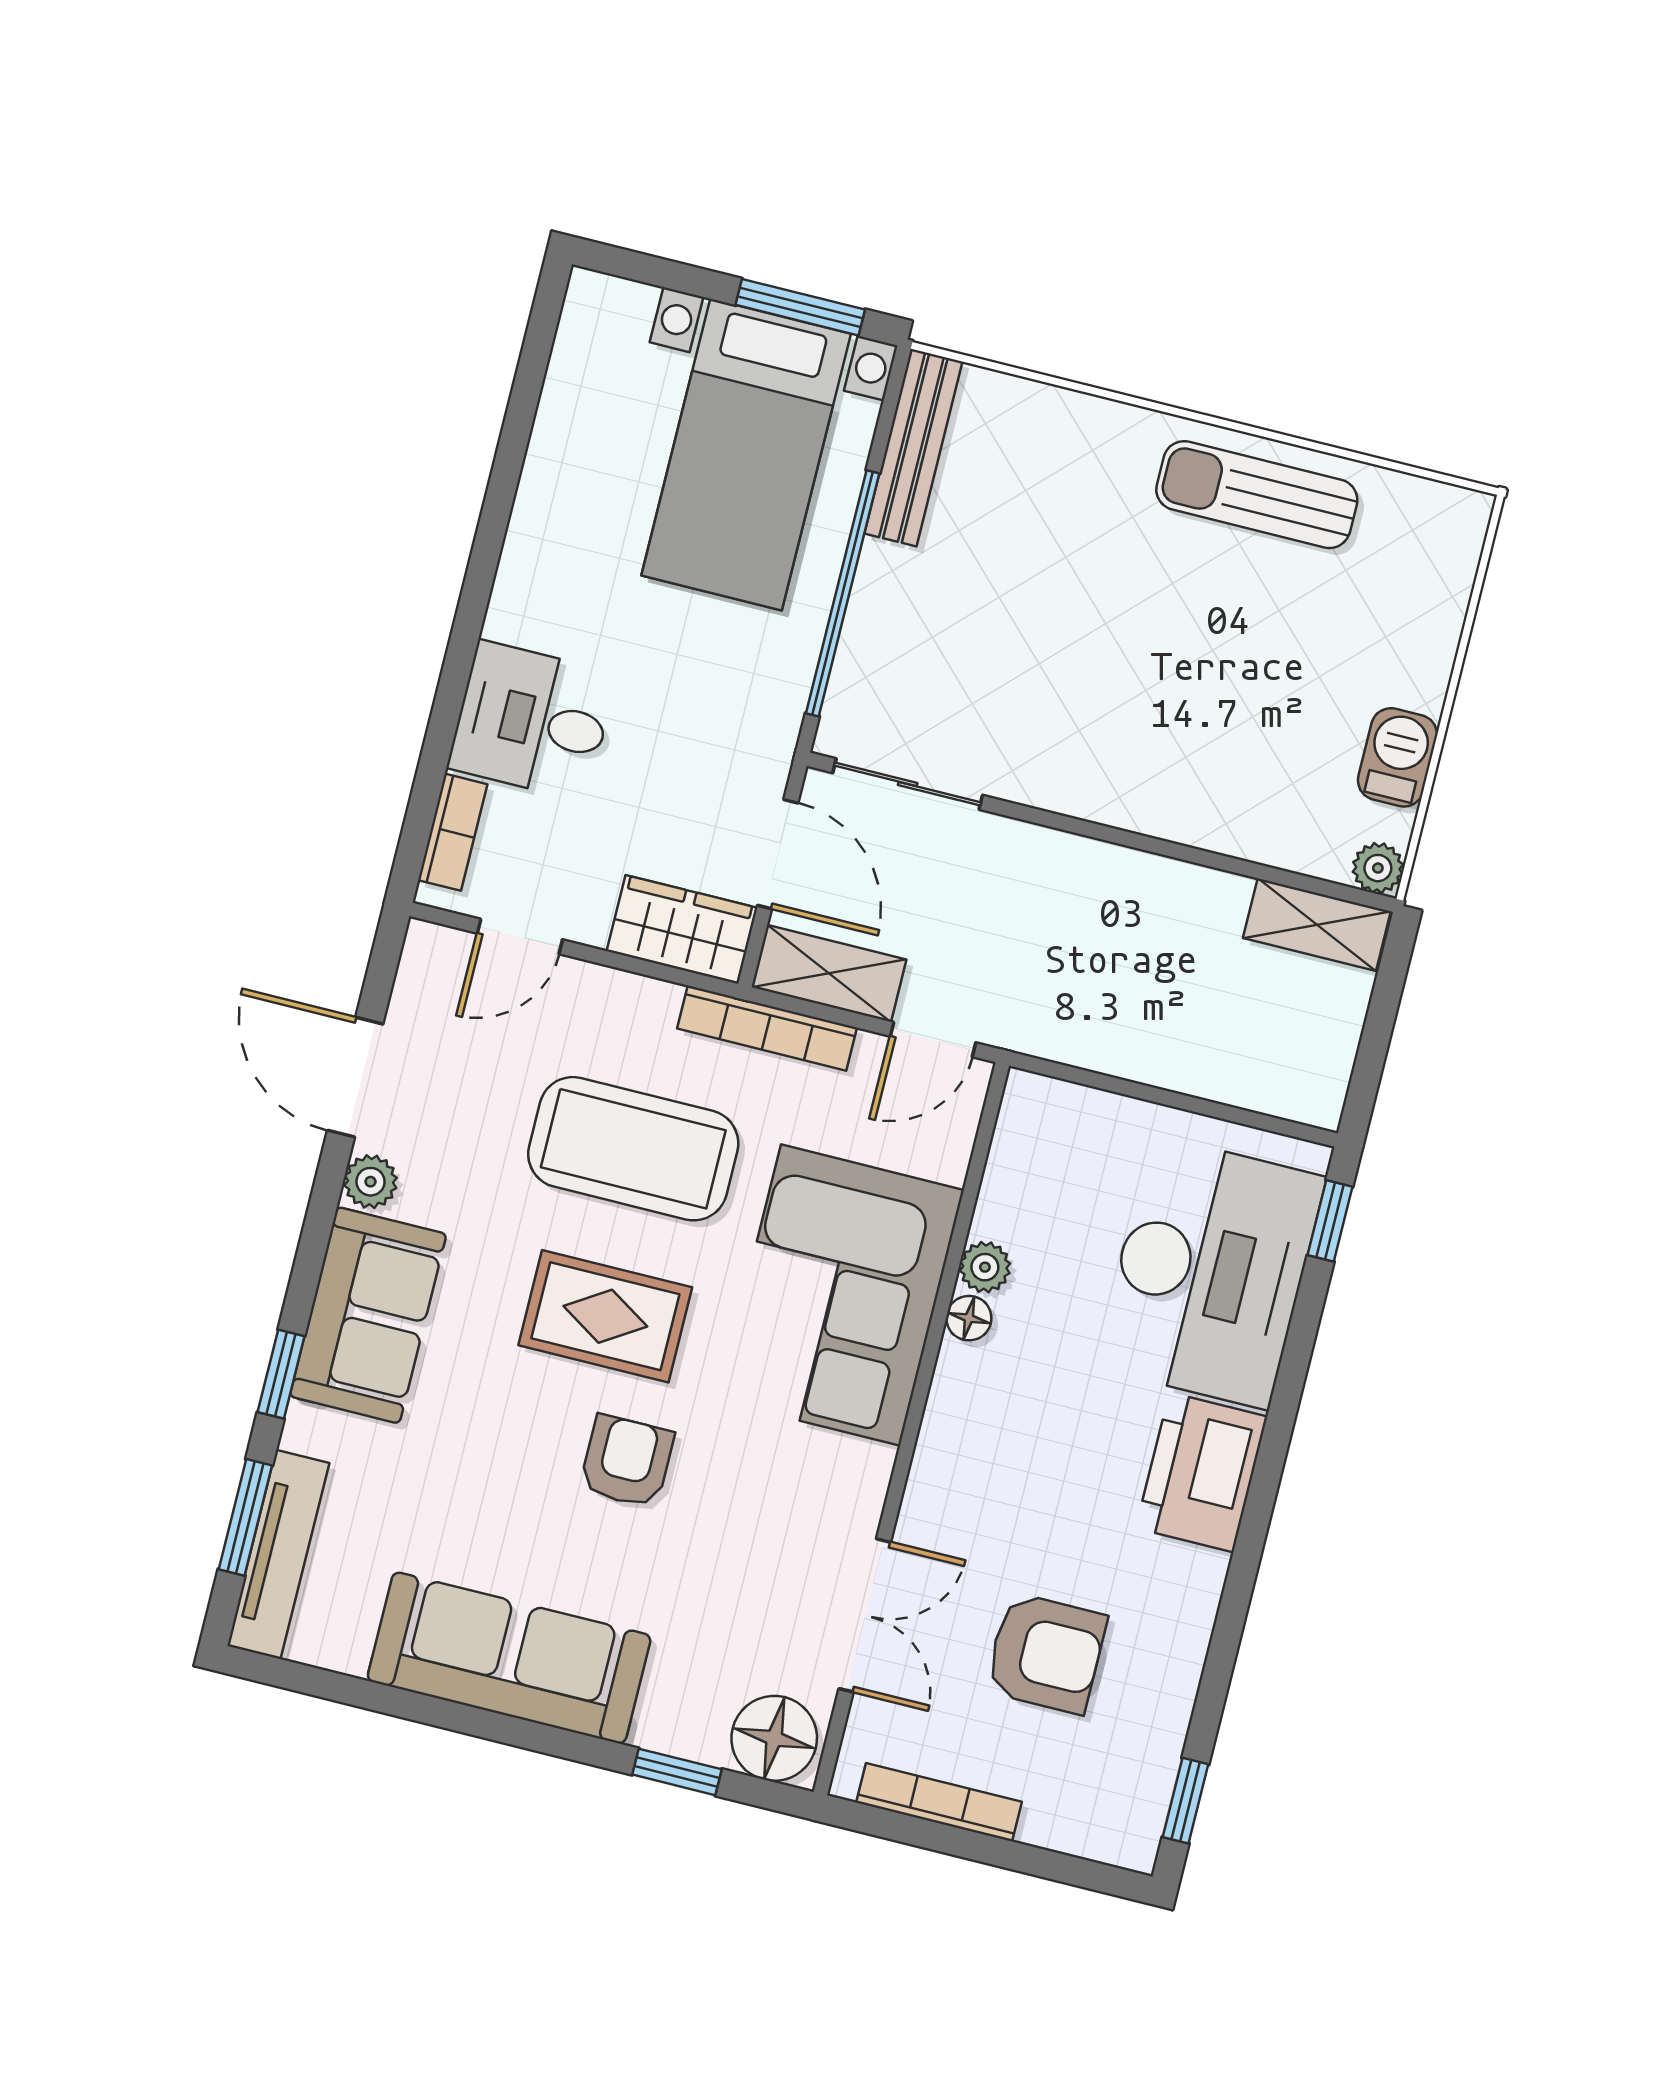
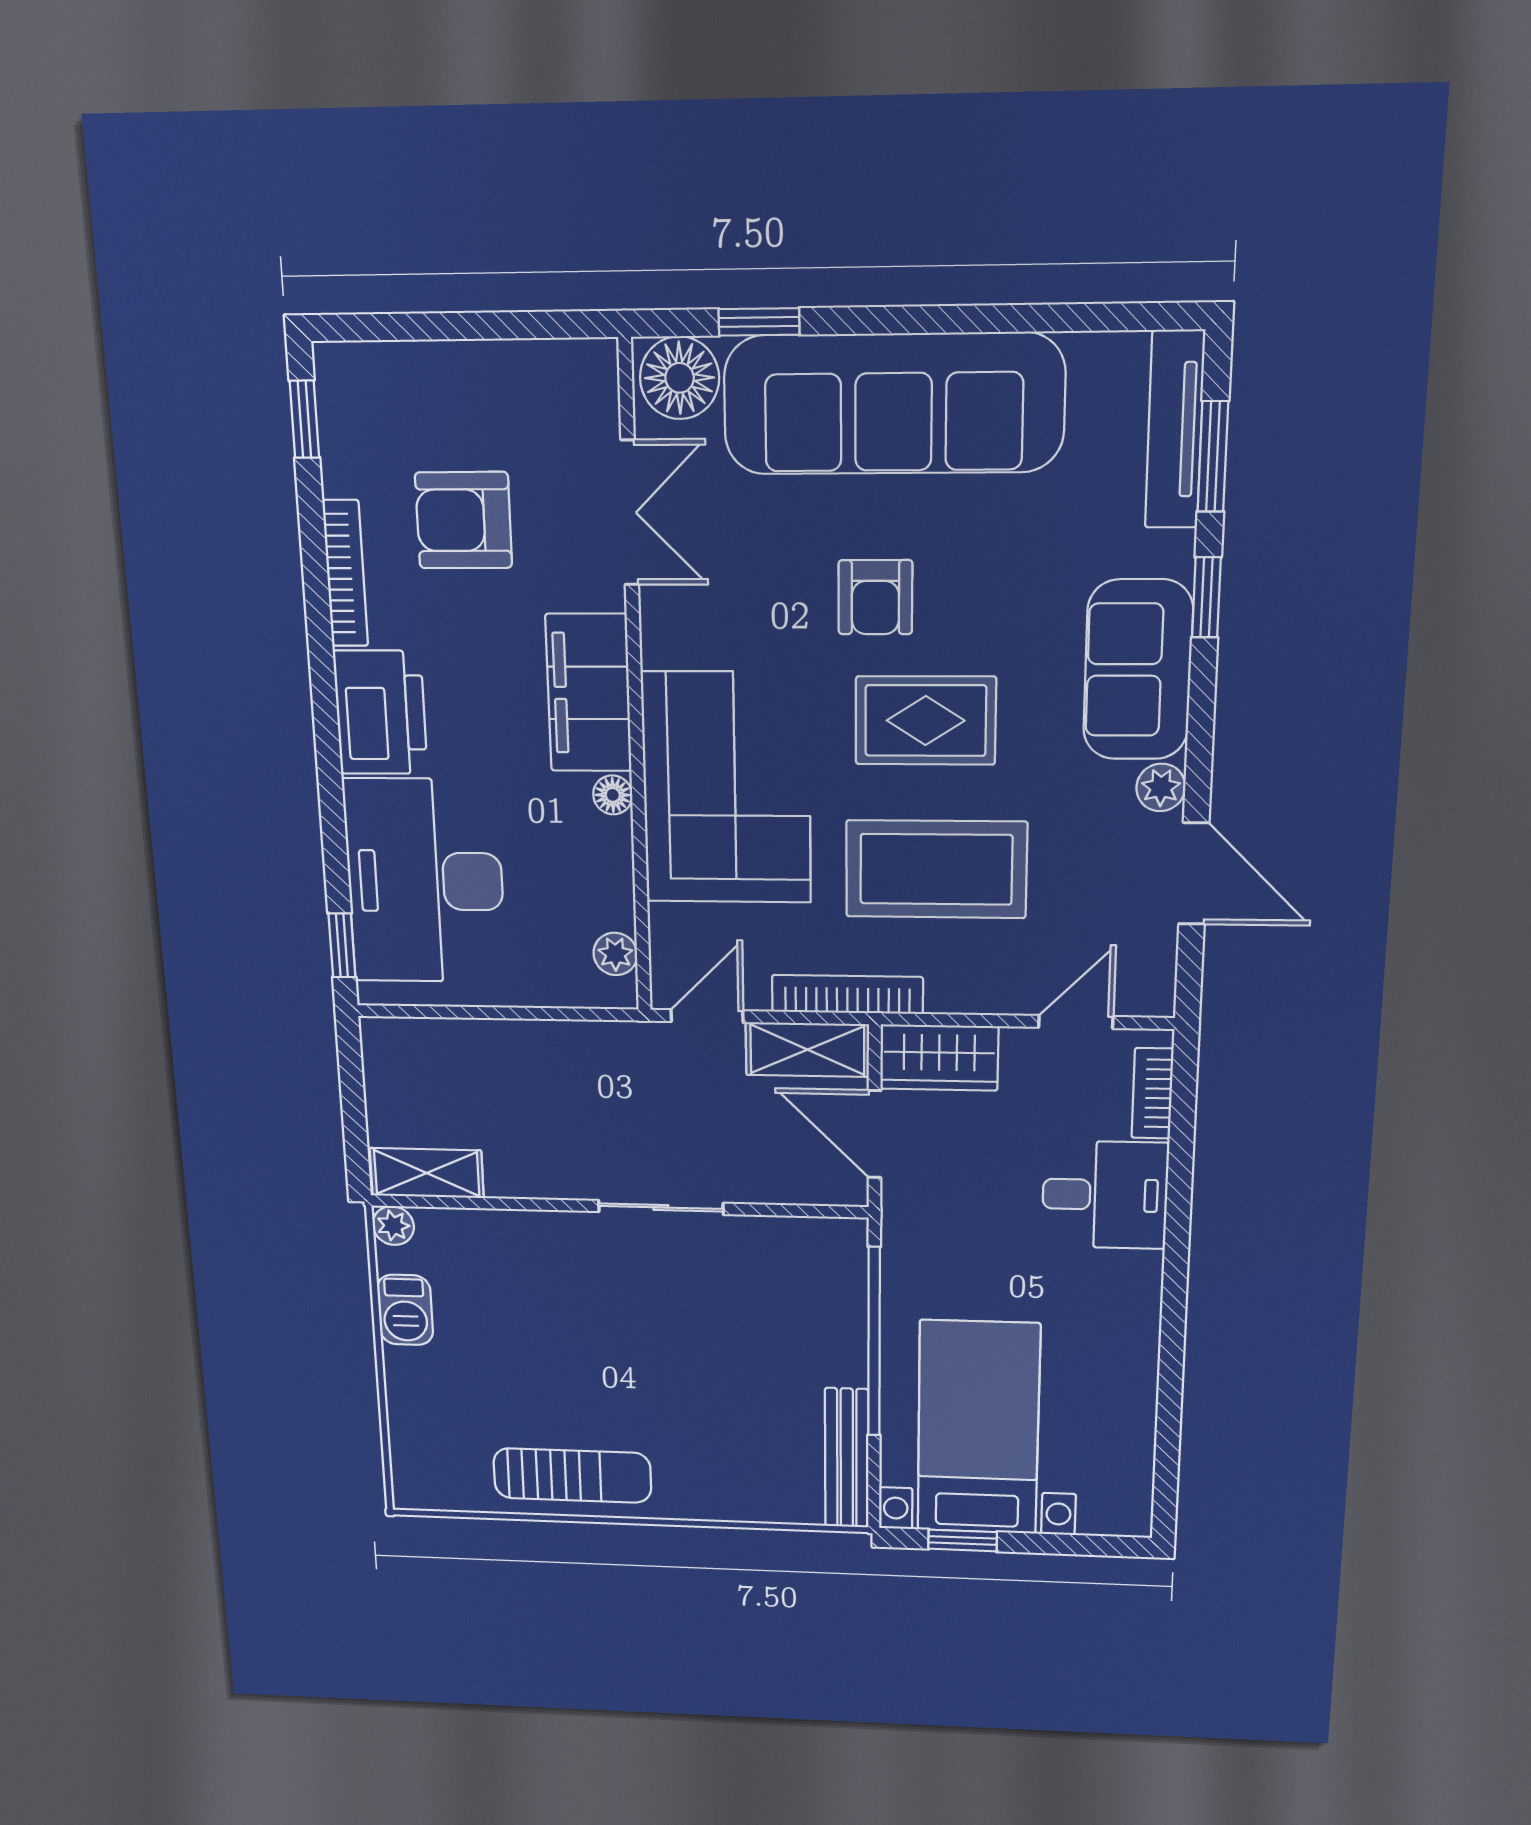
window: (800, 307) -> (963, 1540), width x0.67
sliding door: (908, 784) -> (661, 1207), moved
plant: (985, 1267) -> (615, 954), moved
filing cabinet: (964, 1436) -> (589, 693), added
double door: (865, 1615) -> (630, 513), swing flipped
sofa: (509, 1658) -> (894, 404), width x1.36, depth x1.27
bookcase: (939, 1802) -> (345, 573), moved, turned -90

